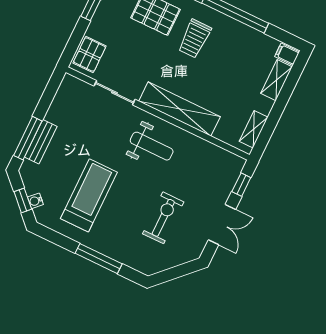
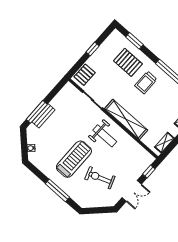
treadmill: (89, 195) -> (74, 159), moved
window: (23, 200) -> (24, 146), removed
exercise bike: (163, 218) -> (100, 178), turned -110

